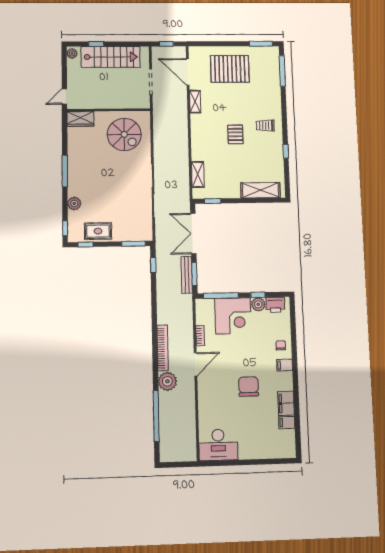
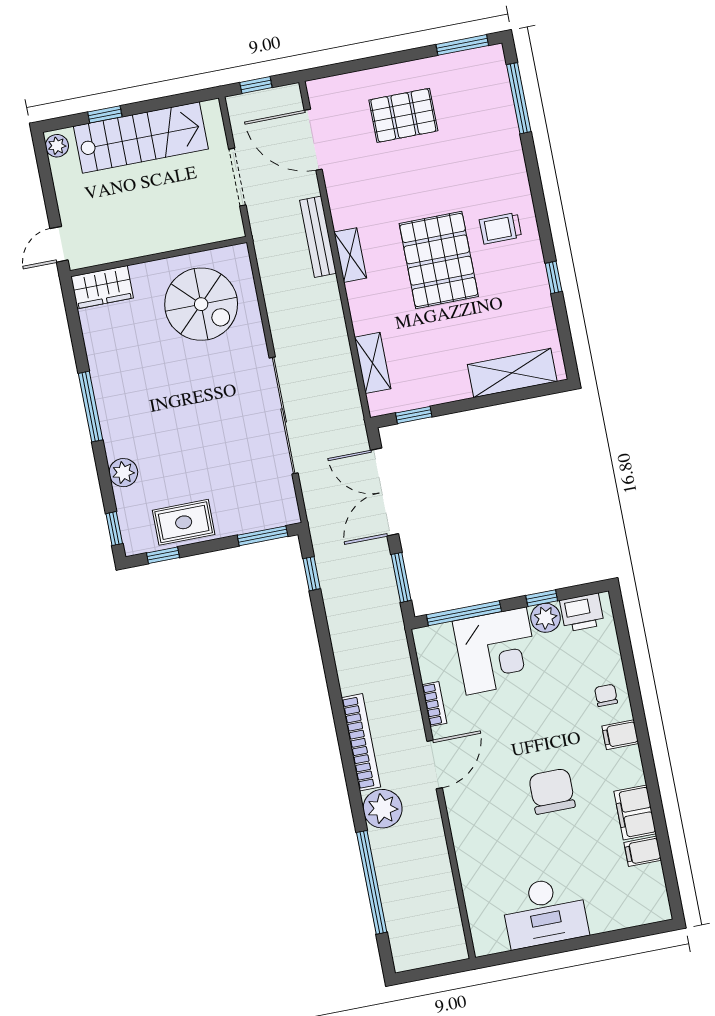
pallet: (230, 69) -> (403, 115), width x0.73, depth x0.71
shelving: (195, 102) -> (350, 255), moved
pallet: (235, 134) -> (439, 260), width x2.05, depth x2.00
bench: (187, 275) -> (318, 237), moved
desk: (218, 445) -> (545, 912), moved

